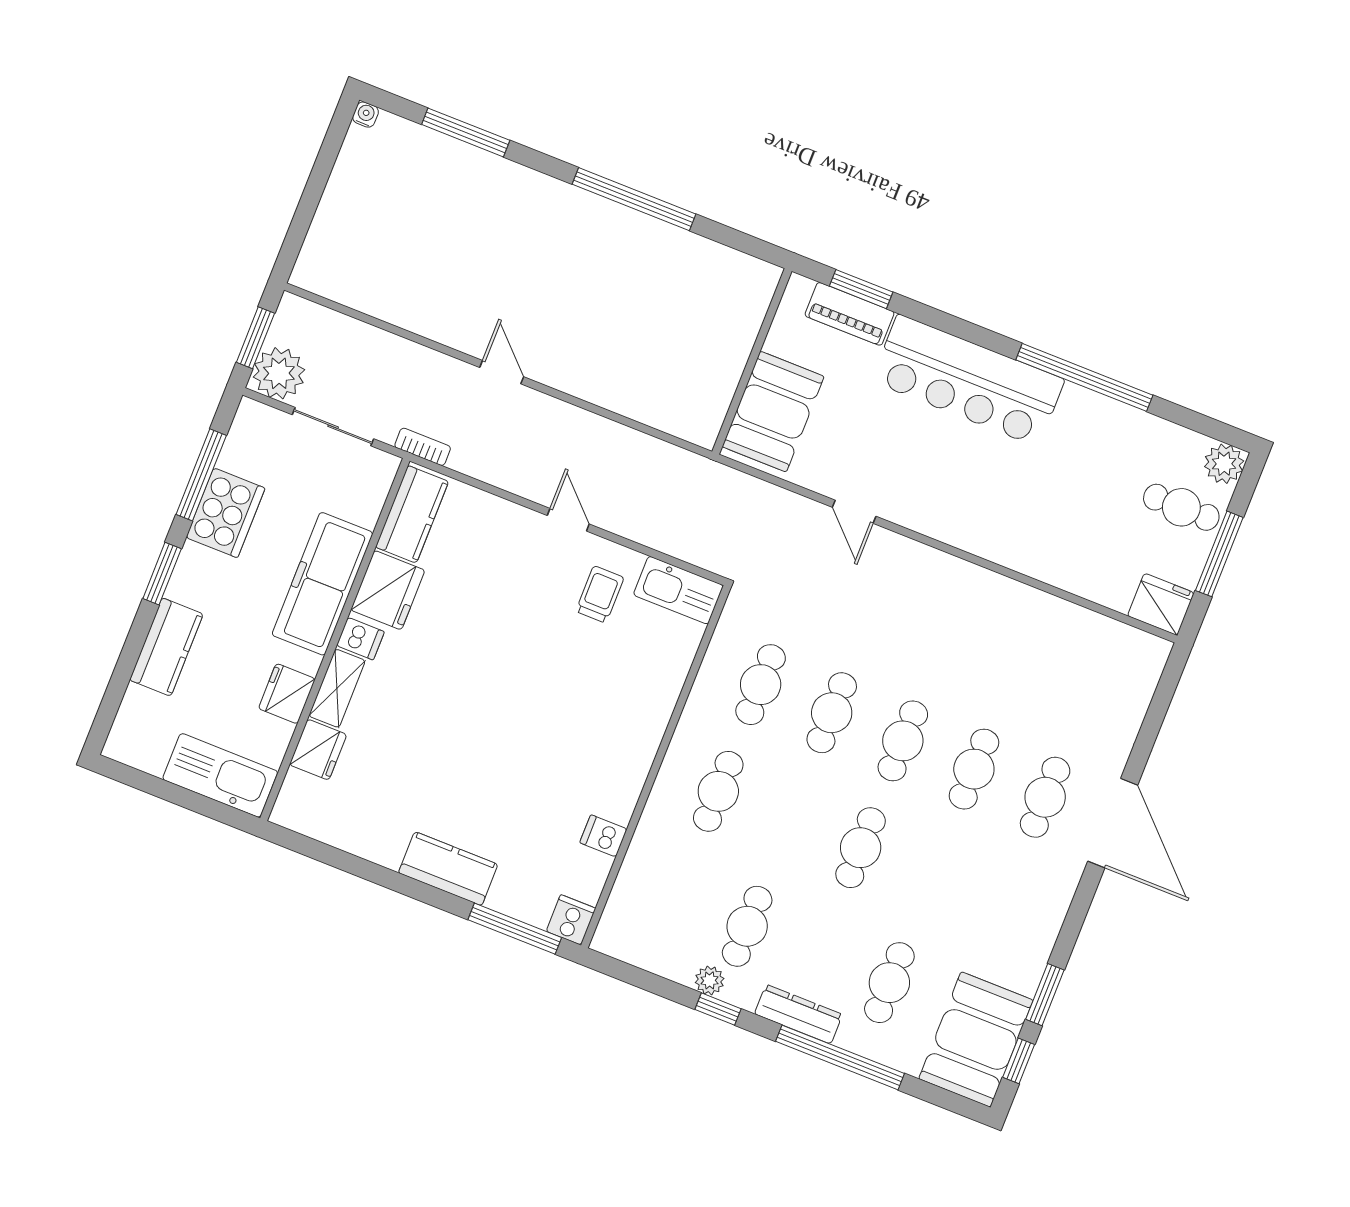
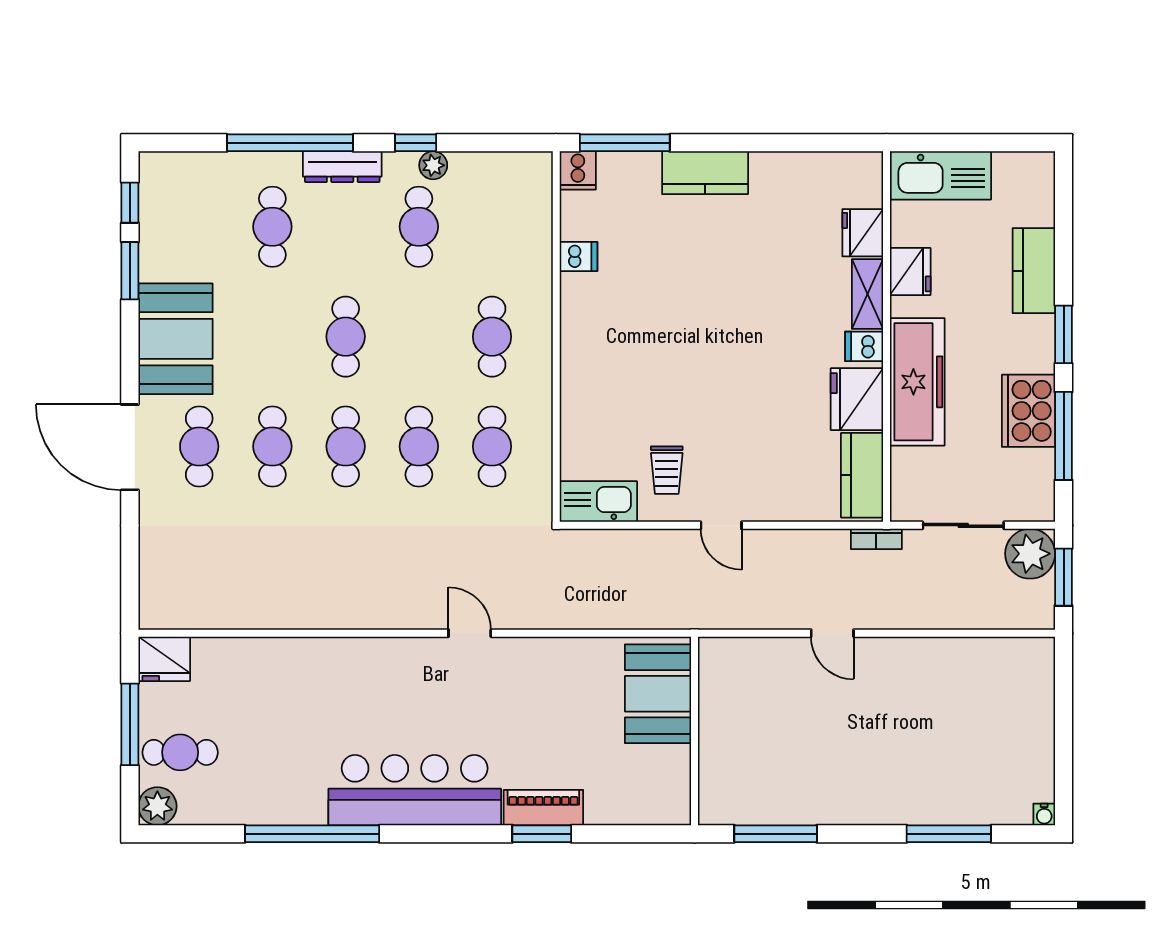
window: (634, 199) -> (776, 834), width x0.68
wall: (752, 361) -> (694, 731), moved
booth: (773, 412) -> (658, 694), moved
booth: (976, 1039) -> (175, 339), moved

